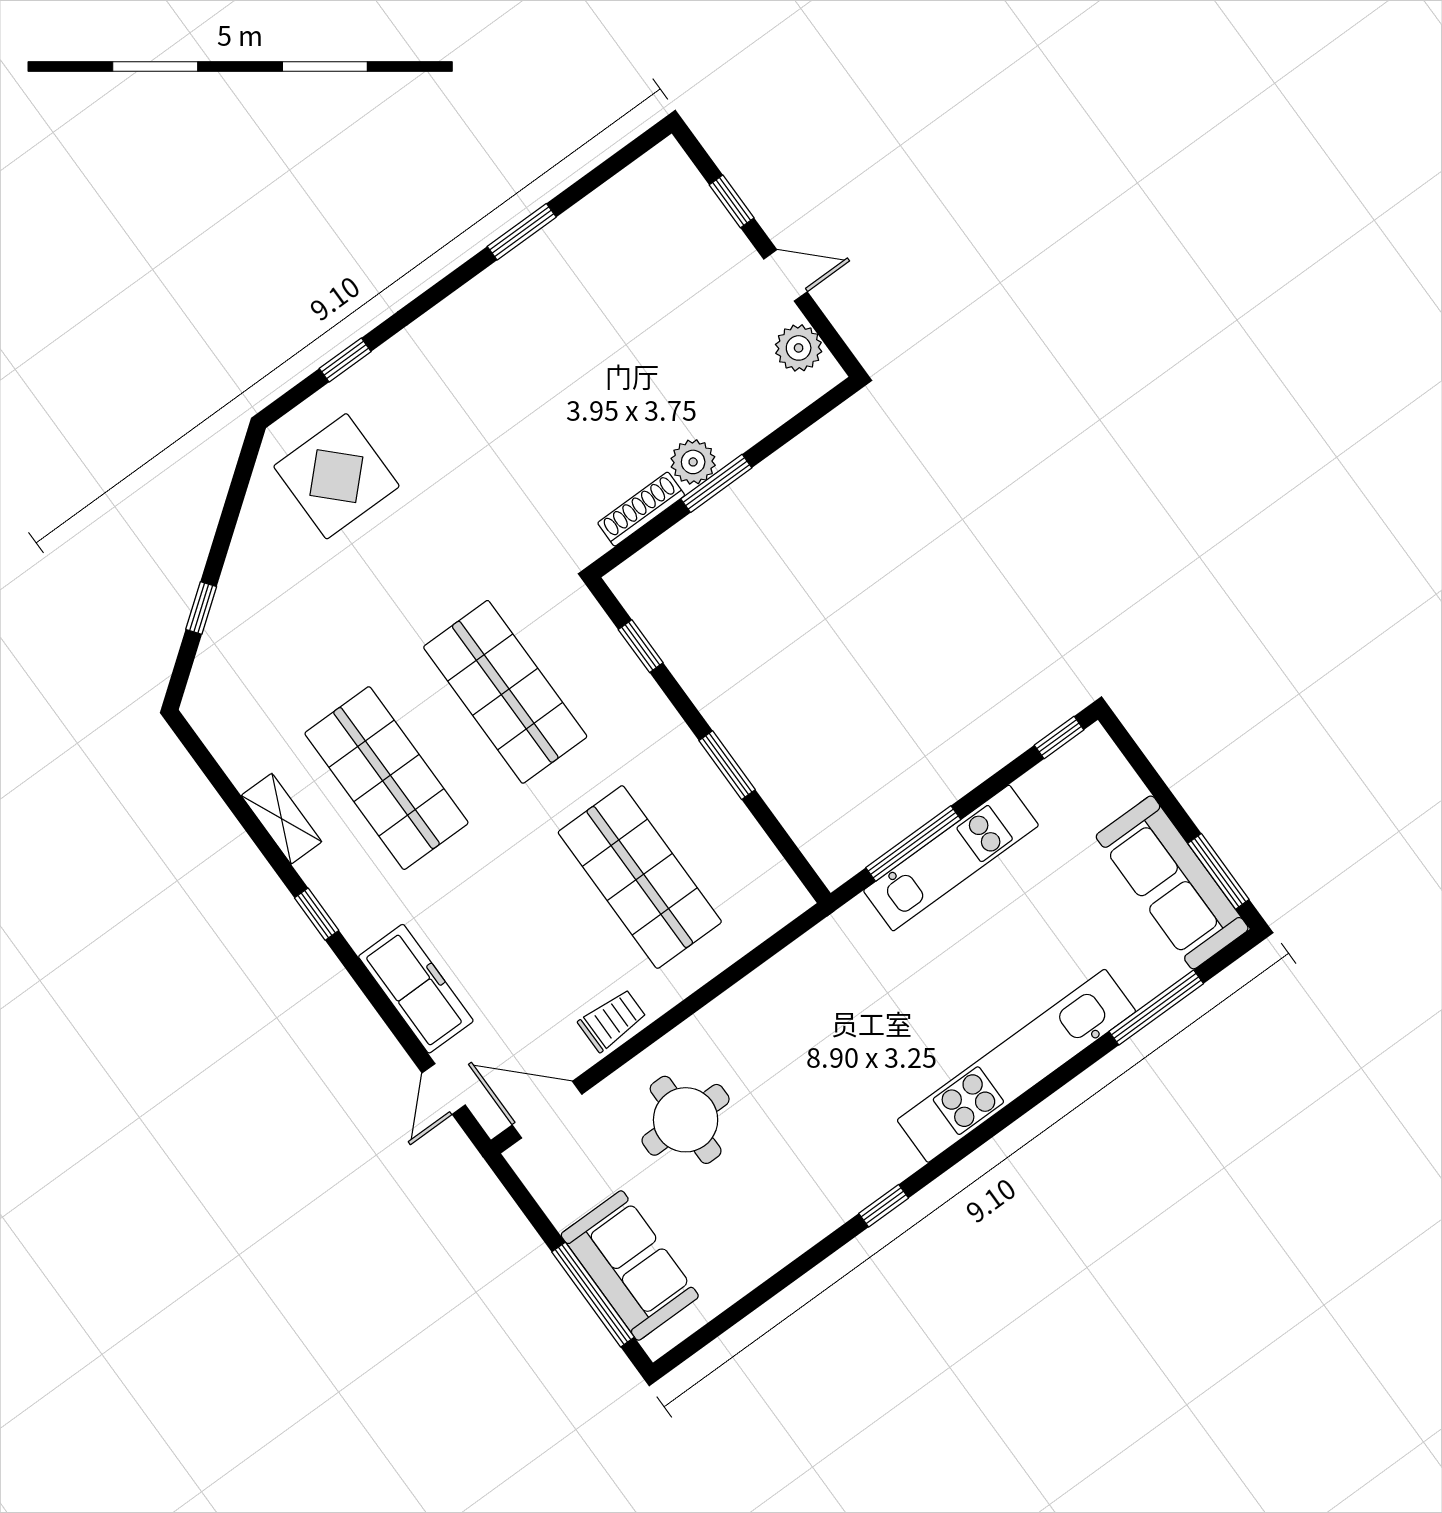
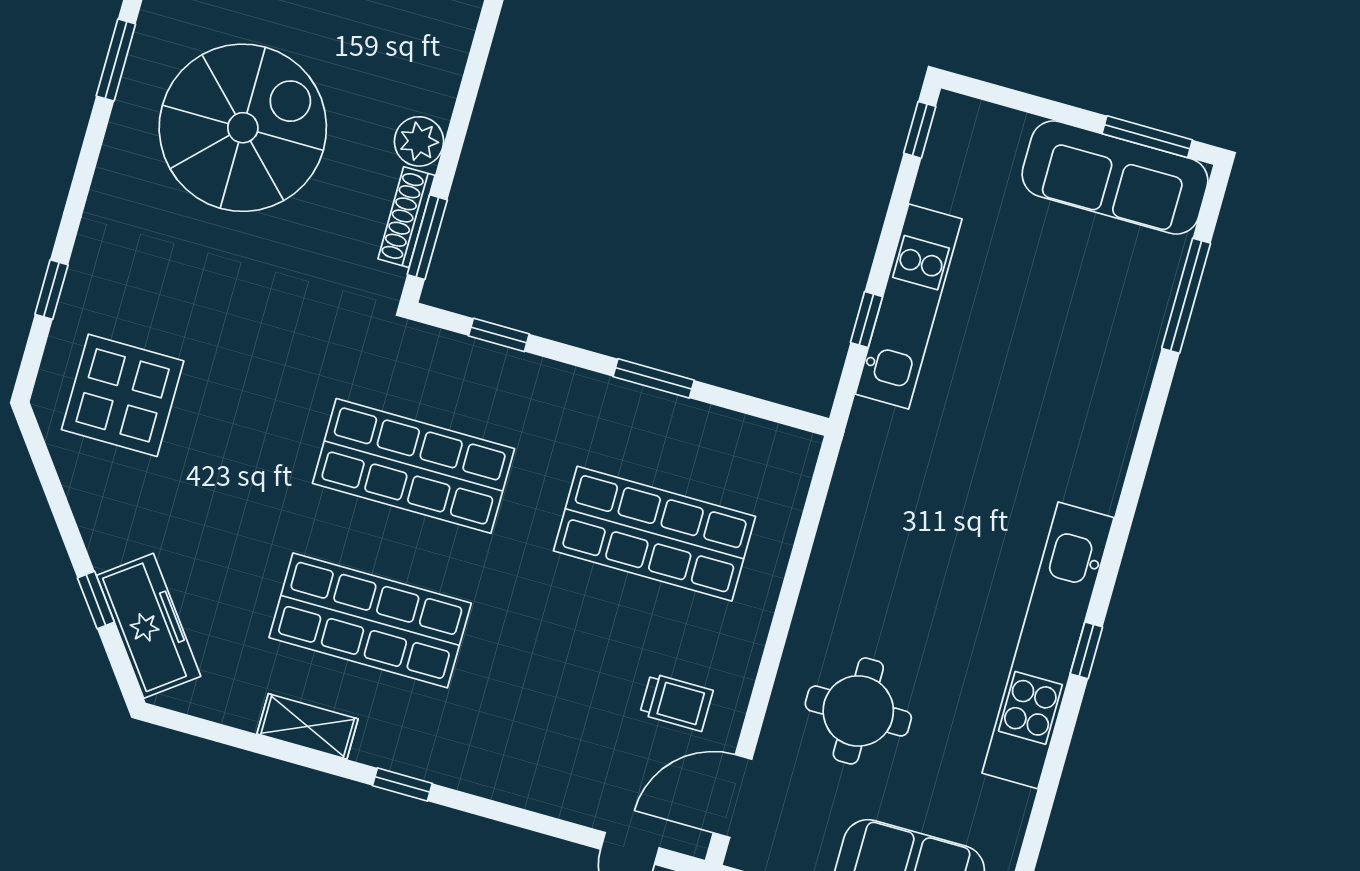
spiral stairs: (574, 352) -> (243, 128), added
window: (716, 483) -> (427, 237), moved
window: (913, 843) -> (866, 320), width x0.46
freezer: (416, 989) -> (149, 626), moved, turned 53
trolley: (612, 1020) -> (676, 702), moved, turned 90
kitchen unit: (1016, 1066) -> (1048, 645), moved

